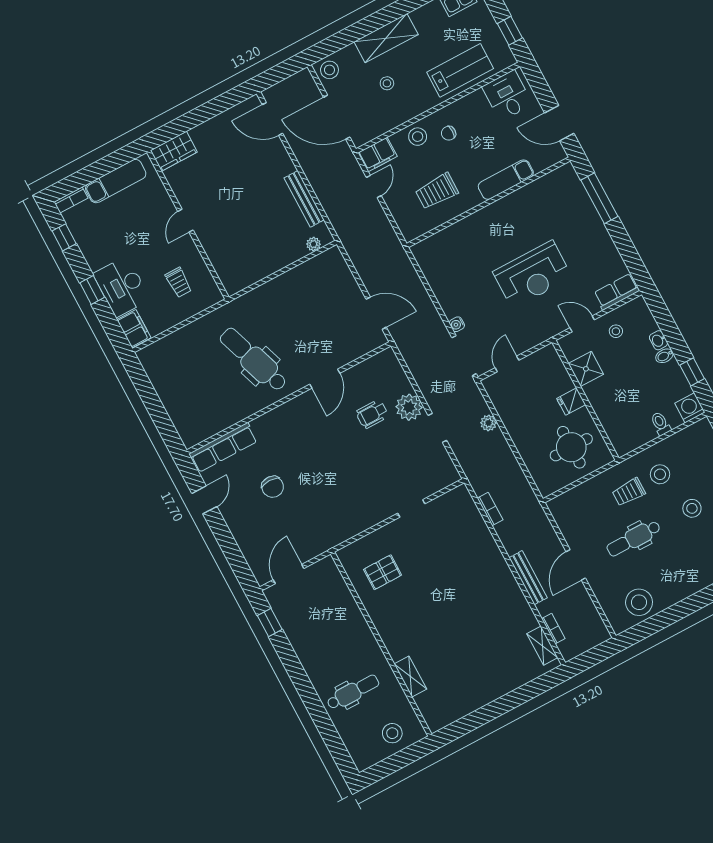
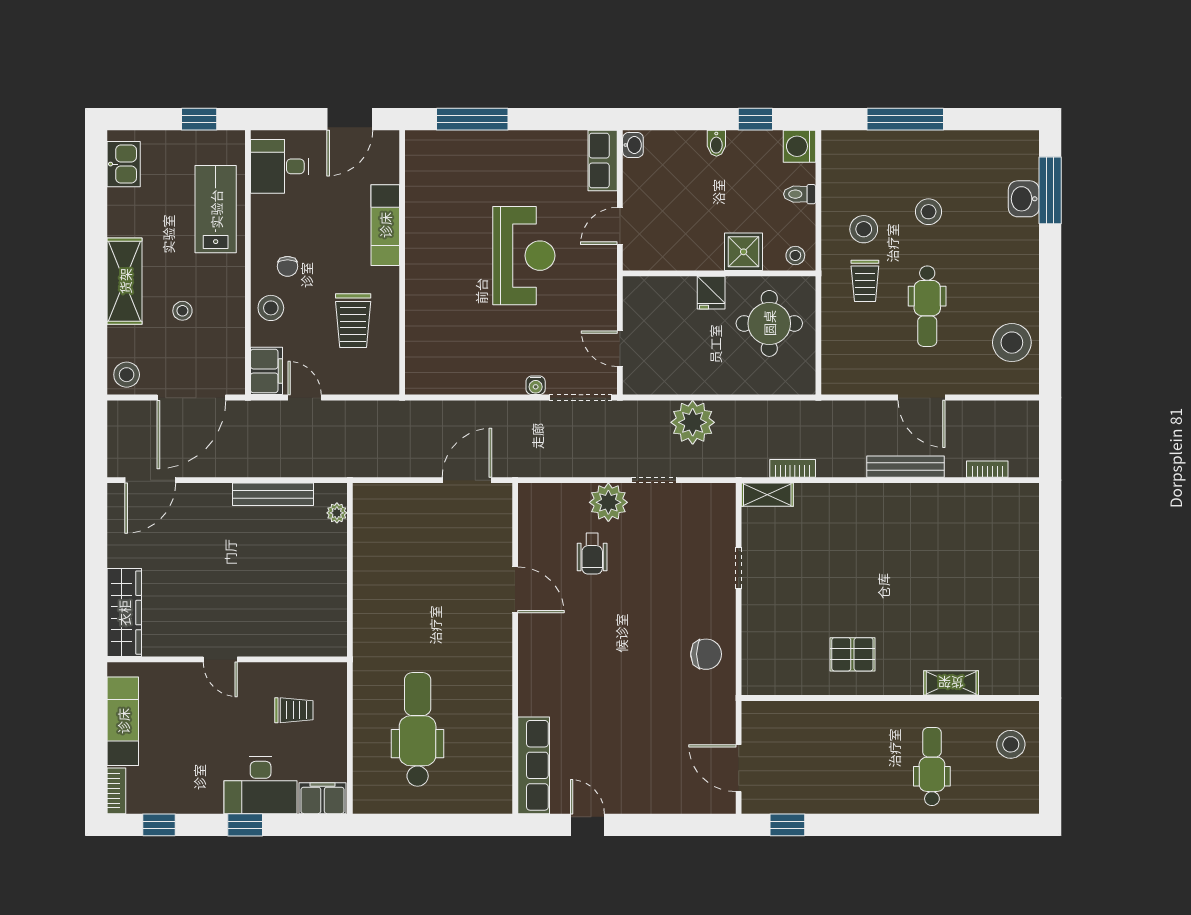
wardrobe: (174, 151) -> (124, 613), width x1.50
stool: (616, 331) -> (795, 255), moved
washbasin: (658, 340) -> (633, 145), moved, turned -90
dental chair: (253, 360) -> (418, 729), moved, turned 109
shower: (586, 369) -> (744, 252), moved
plant: (489, 423) -> (693, 422), width x1.88, depth x1.88
chair: (273, 487) -> (706, 654), moved
pallet: (383, 572) -> (852, 654), moved, turned 90
shelving: (542, 646) -> (767, 495), moved

